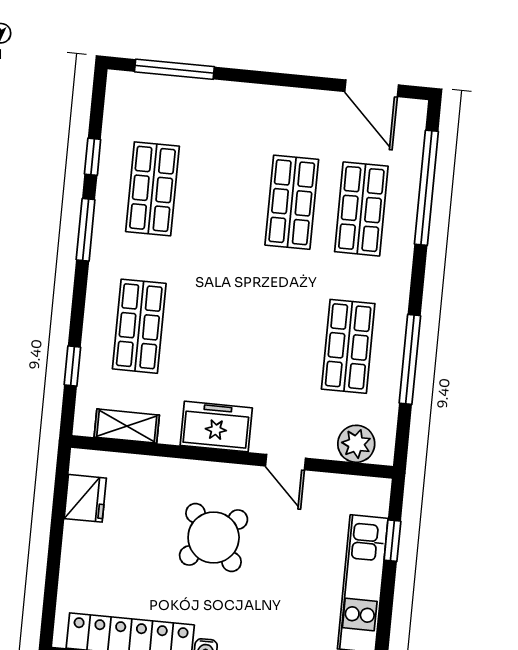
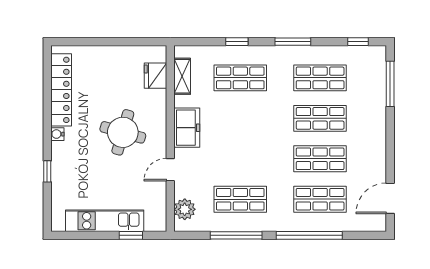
window: (93, 157) -> (358, 42), moved
window: (426, 188) -> (309, 235), moved
shop shelf: (222, 196) -> (320, 118), added
window: (72, 366) -> (237, 42), moved
fridge: (85, 498) -> (155, 76), moved, turned 90
round table: (214, 538) -> (123, 132), turned -32

